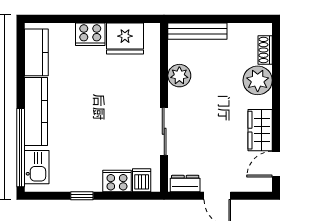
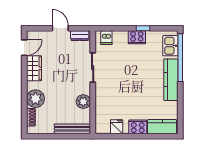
fridge: (125, 39) -> (117, 127), width x0.53, depth x0.75
kitchen counter: (36, 52) -> (162, 127), moved, turned 90
cooker: (117, 181) -> (137, 37), moved

